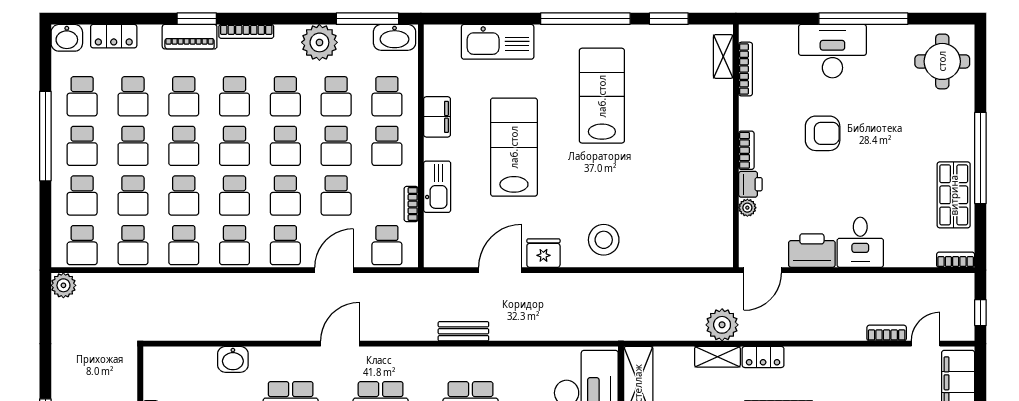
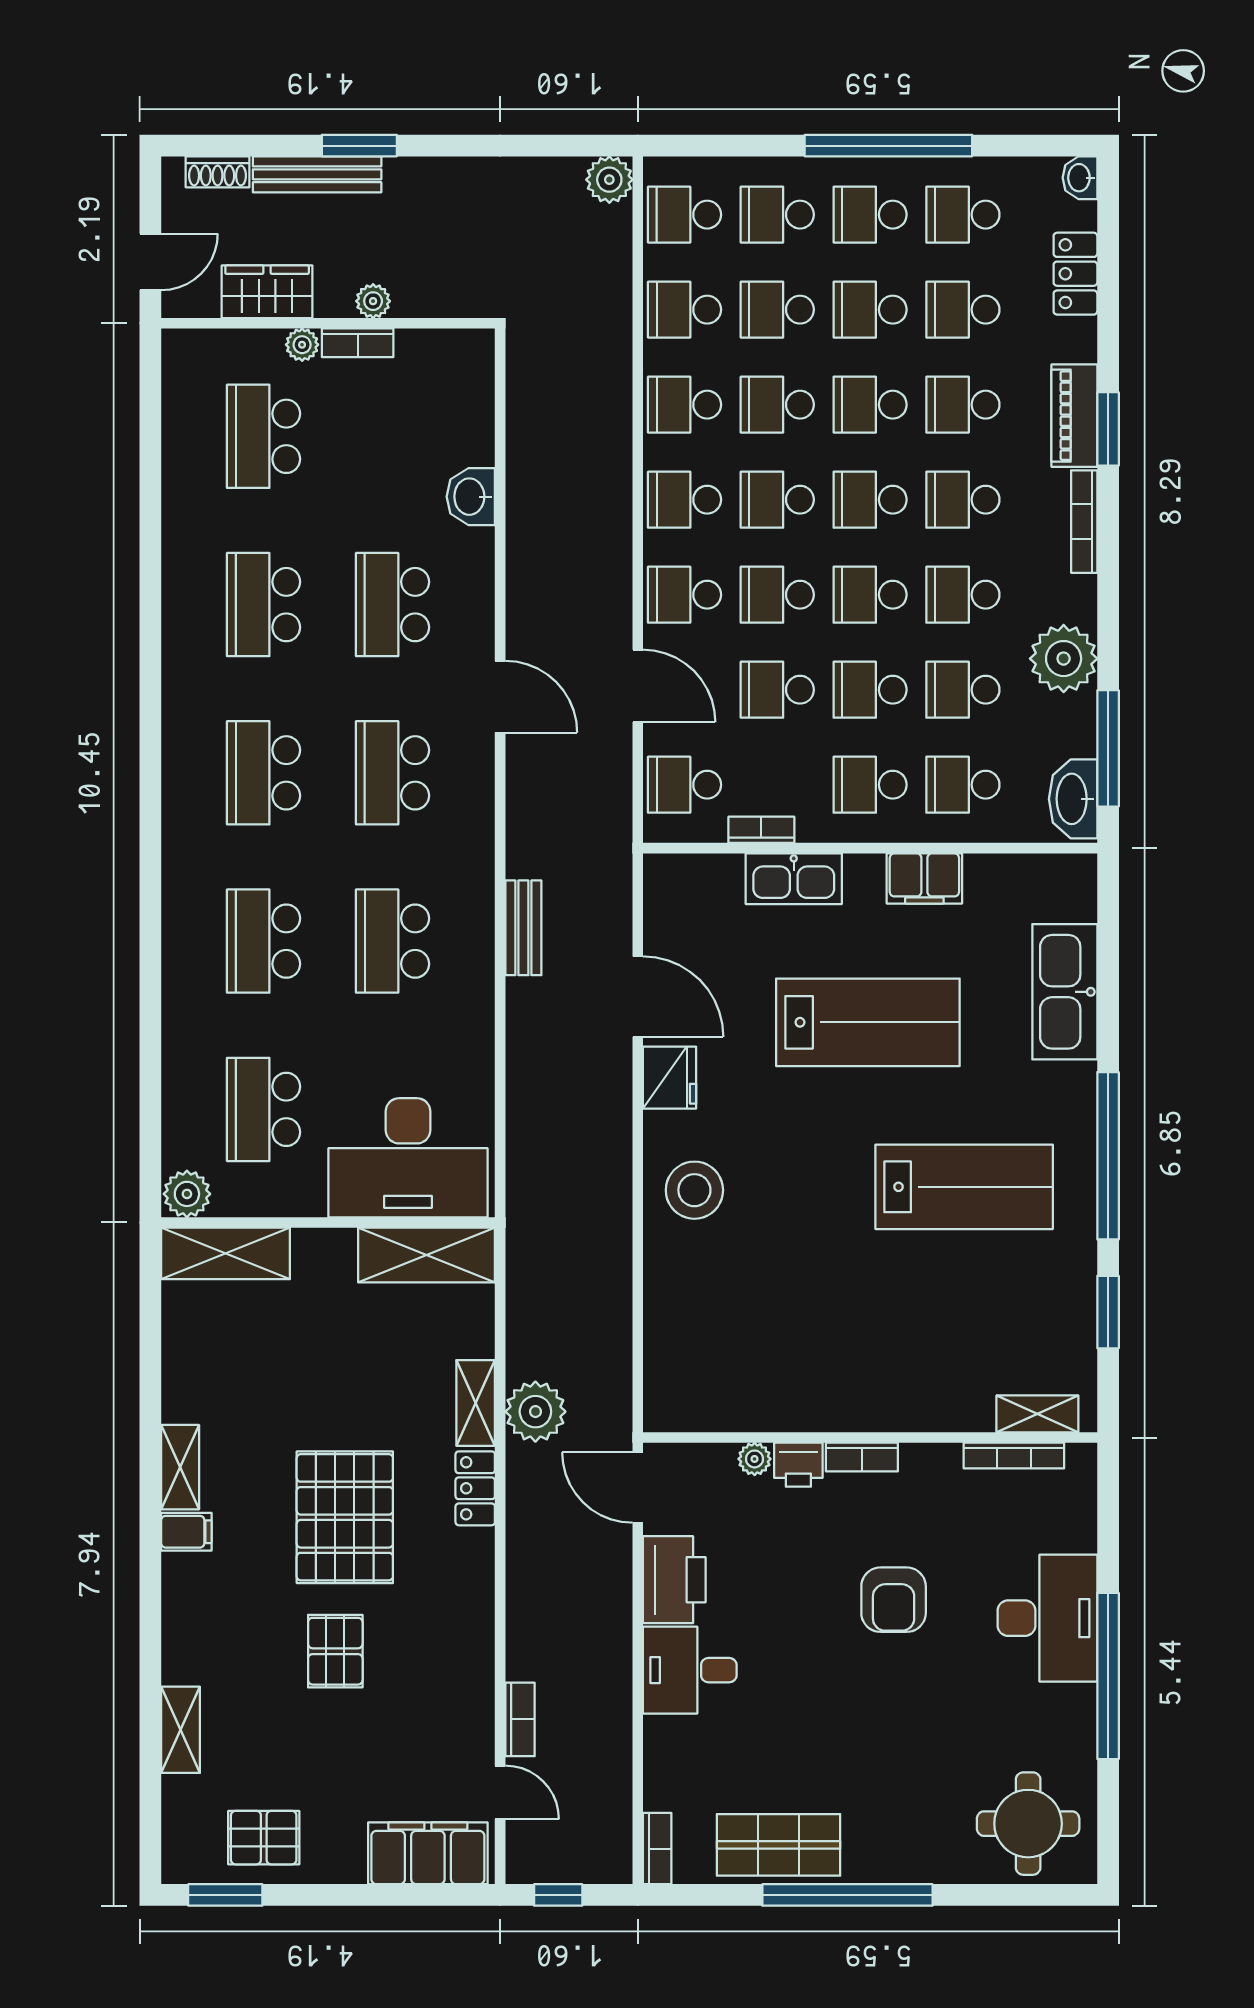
washbasin: (67, 38) -> (1080, 178), width x0.72, depth x0.69

